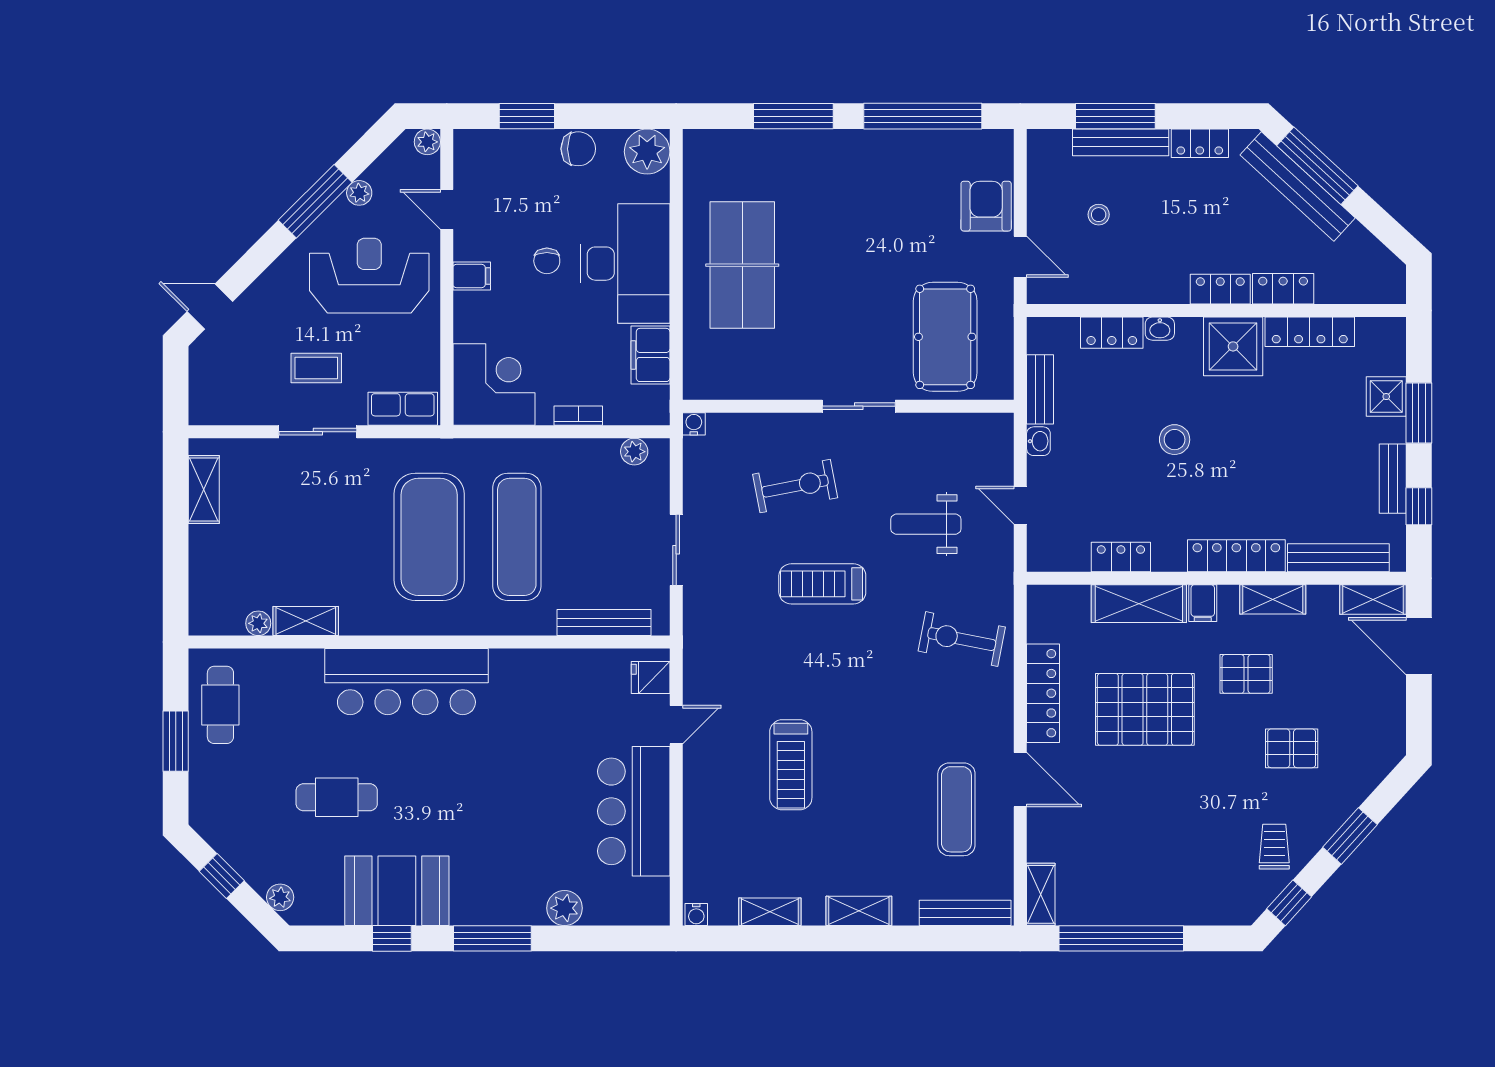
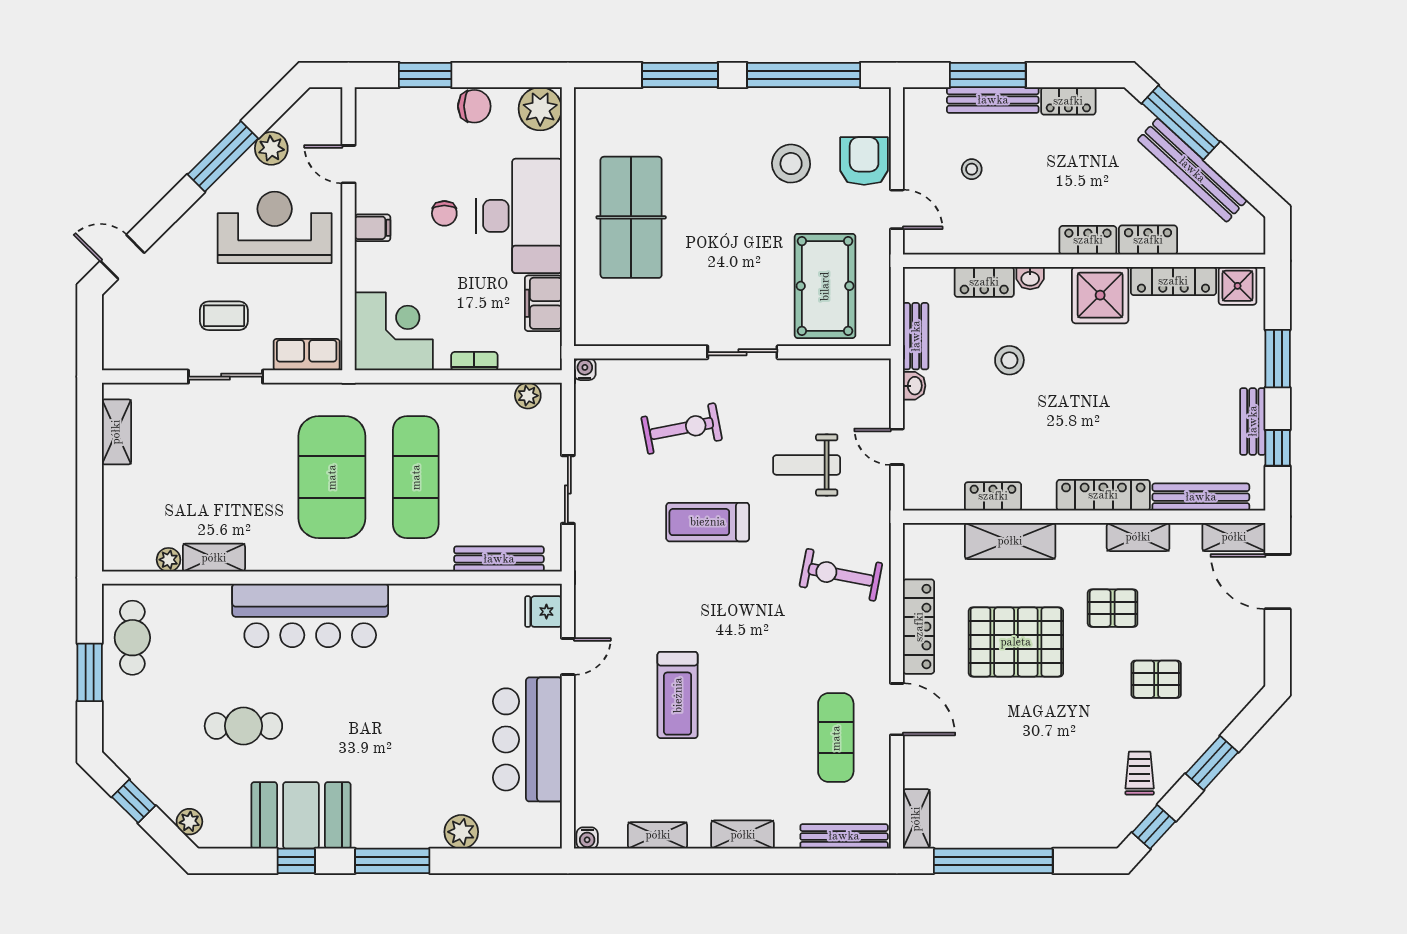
plant: (427, 142) -> (330, 100), removed
bench: (1298, 186) -> (1192, 170), moved
plant: (359, 193) -> (271, 148), width x1.38, depth x1.38
stool: (910, 209) -> (791, 164), added
shower: (1386, 397) -> (1238, 286), moved
stool: (1175, 440) -> (1009, 360), moved
filing cabinet: (1203, 603) -> (1071, 540), removed

